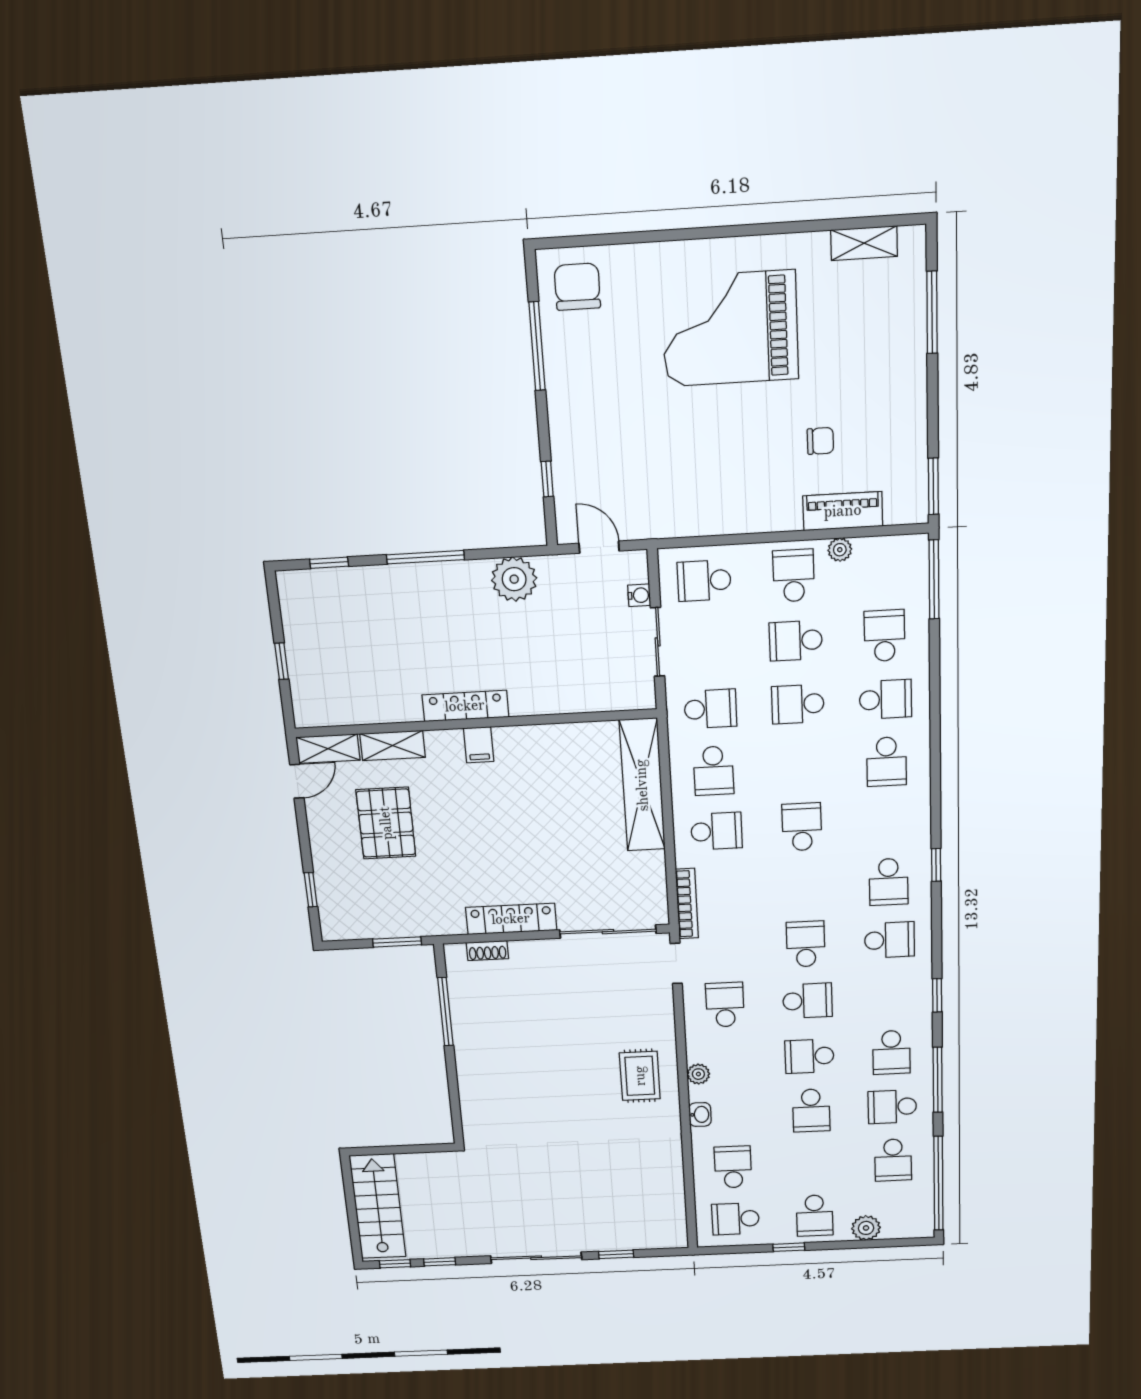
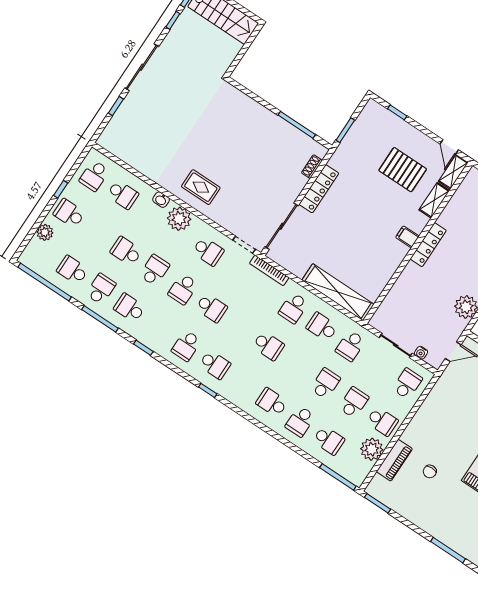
plant: (840, 550) -> (372, 449), width x1.88, depth x1.88
school desk: (889, 882) -> (215, 365), turned 180
plant: (698, 1074) -> (179, 219), width x1.87, depth x1.87
school desk: (735, 1219) -> (94, 176), turned 180

